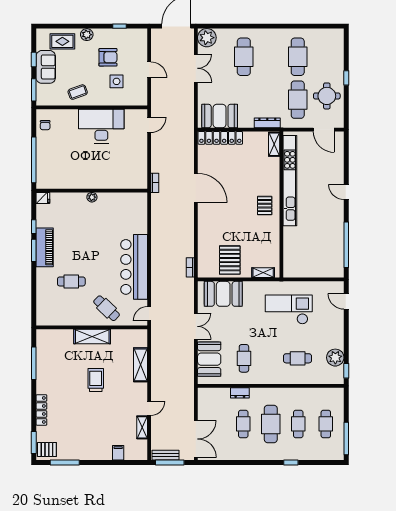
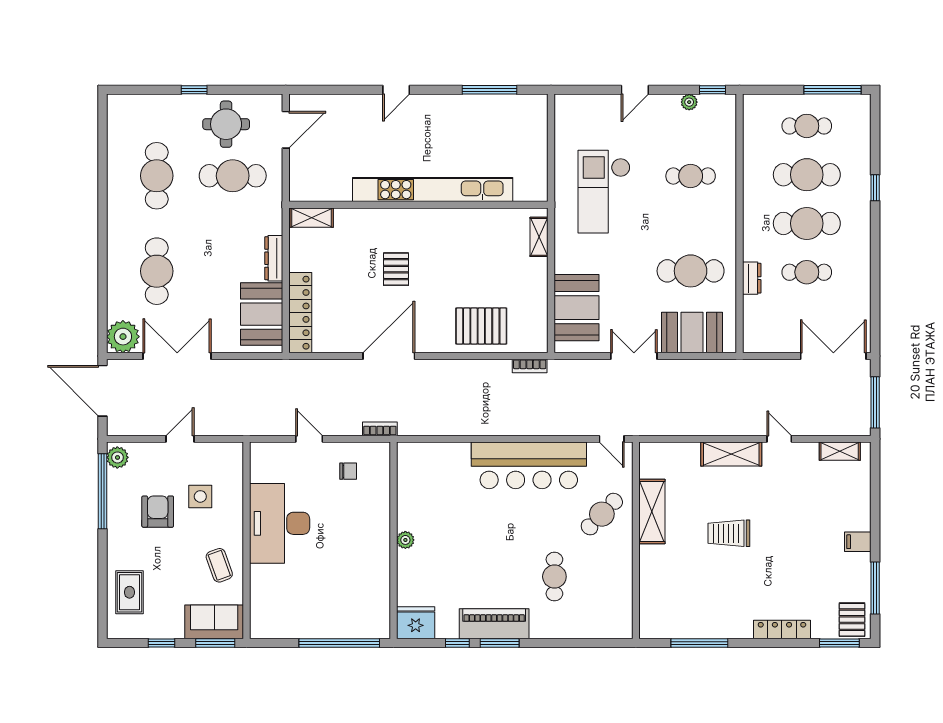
window: (119, 26) -> (103, 491), width x3.17
plant: (87, 35) -> (117, 457), moved
cafe table: (244, 57) -> (157, 271), turned 90
cafe table: (298, 57) -> (157, 176), turned 90
sofa: (46, 67) -> (214, 622), moved
double door: (196, 68) -> (177, 356), width x1.37
dresser: (267, 123) -> (274, 258), moved
chair: (45, 125) -> (348, 471), moved
door: (149, 125) -> (309, 439), moved
kitchen unit: (290, 181) -> (433, 190), moved
fridge: (43, 198) -> (416, 623), width x1.88, depth x1.34
pallet: (265, 206) -> (396, 269), moved, turned 90
window: (346, 245) -> (489, 90), width x0.68
pallet: (230, 260) -> (481, 326), moved
door: (346, 301) -> (635, 90), moved
shelving: (92, 337) -> (652, 511), moved
cafe table: (244, 358) -> (691, 271), width x1.37, depth x1.35
cafe table: (298, 358) -> (691, 176), turned 90
plant: (335, 358) -> (689, 102), width x0.53, depth x0.53
shelving: (140, 365) -> (731, 454), moved
cafe table: (298, 424) -> (807, 175), width x1.37, depth x1.35
shelving: (142, 427) -> (840, 451), moved
filing cabinet: (118, 453) -> (858, 542), moved
bench: (166, 455) -> (862, 410), removed

